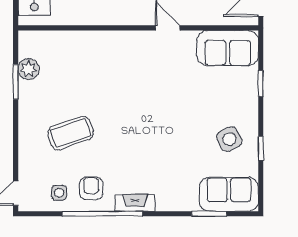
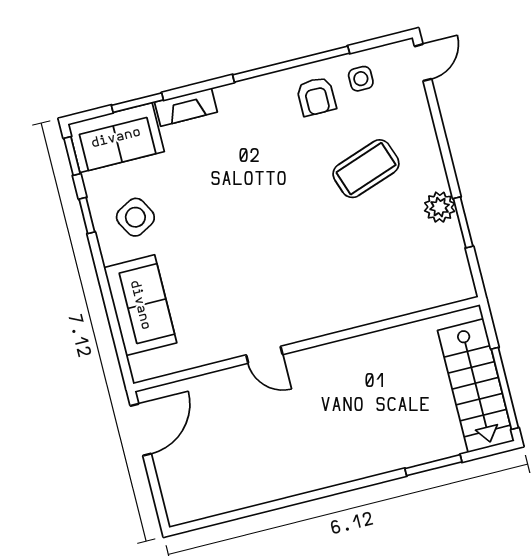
sofa: (228, 48) -> (140, 305), moved, turned 90
plant: (29, 69) -> (440, 207), moved
window: (261, 83) -> (72, 156), moved
fireplace: (135, 203) -> (186, 107), moved

